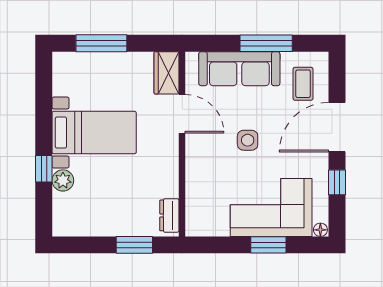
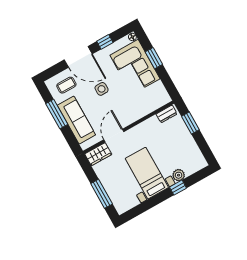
side table: (248, 140) -> (102, 89), moved

